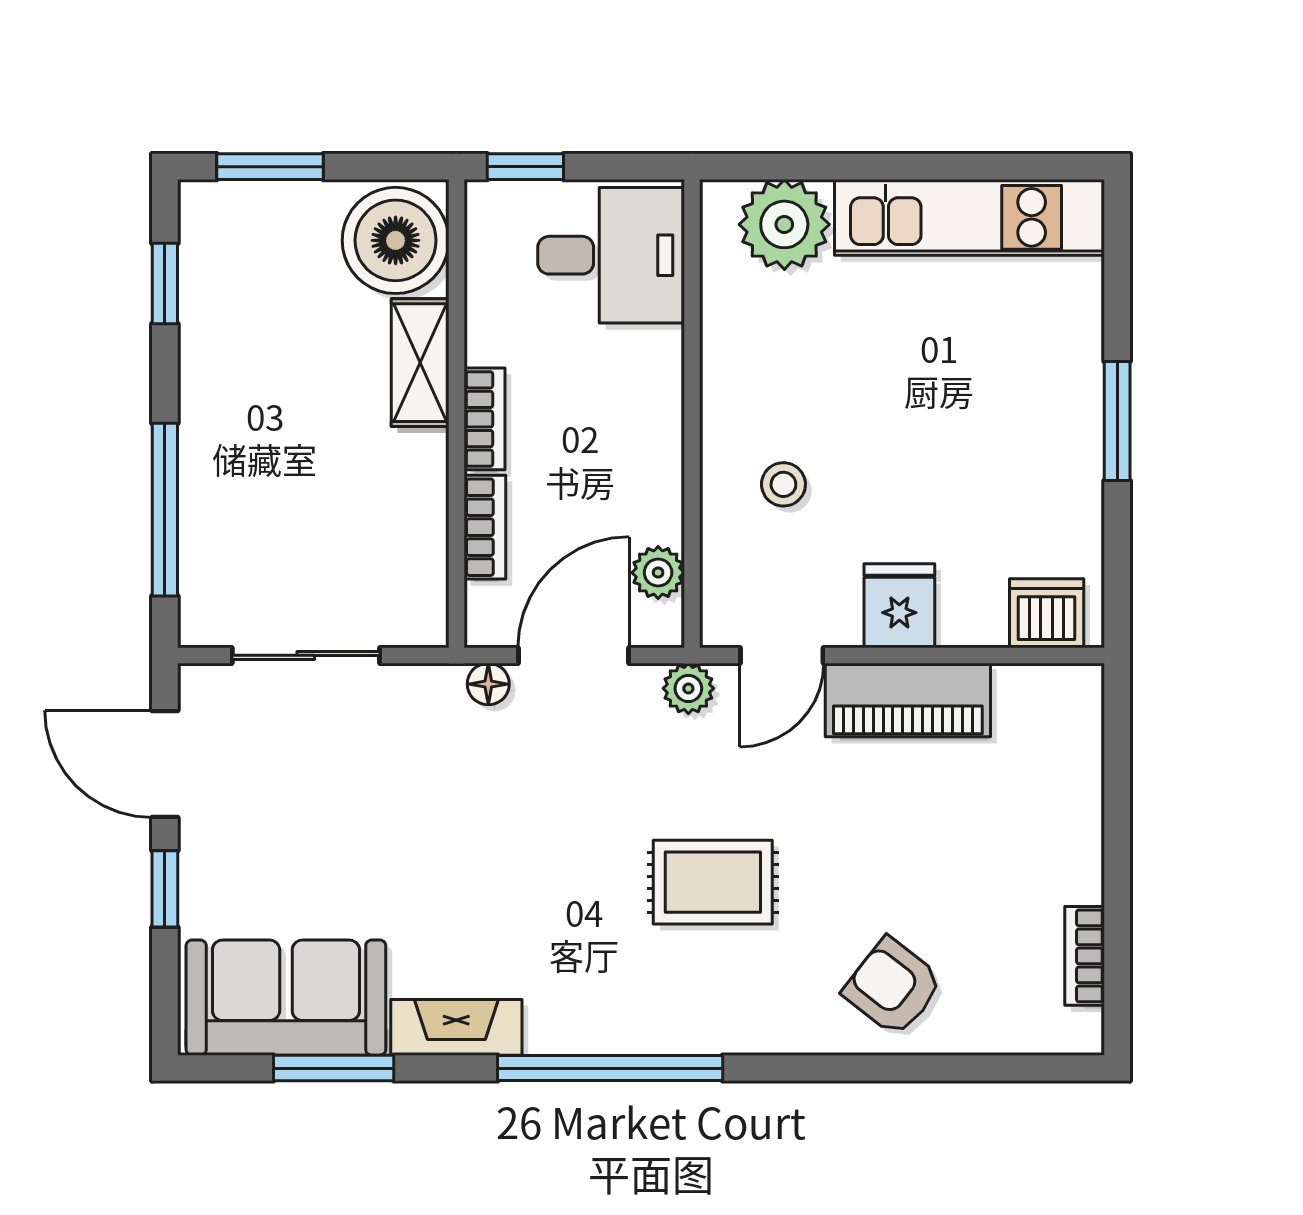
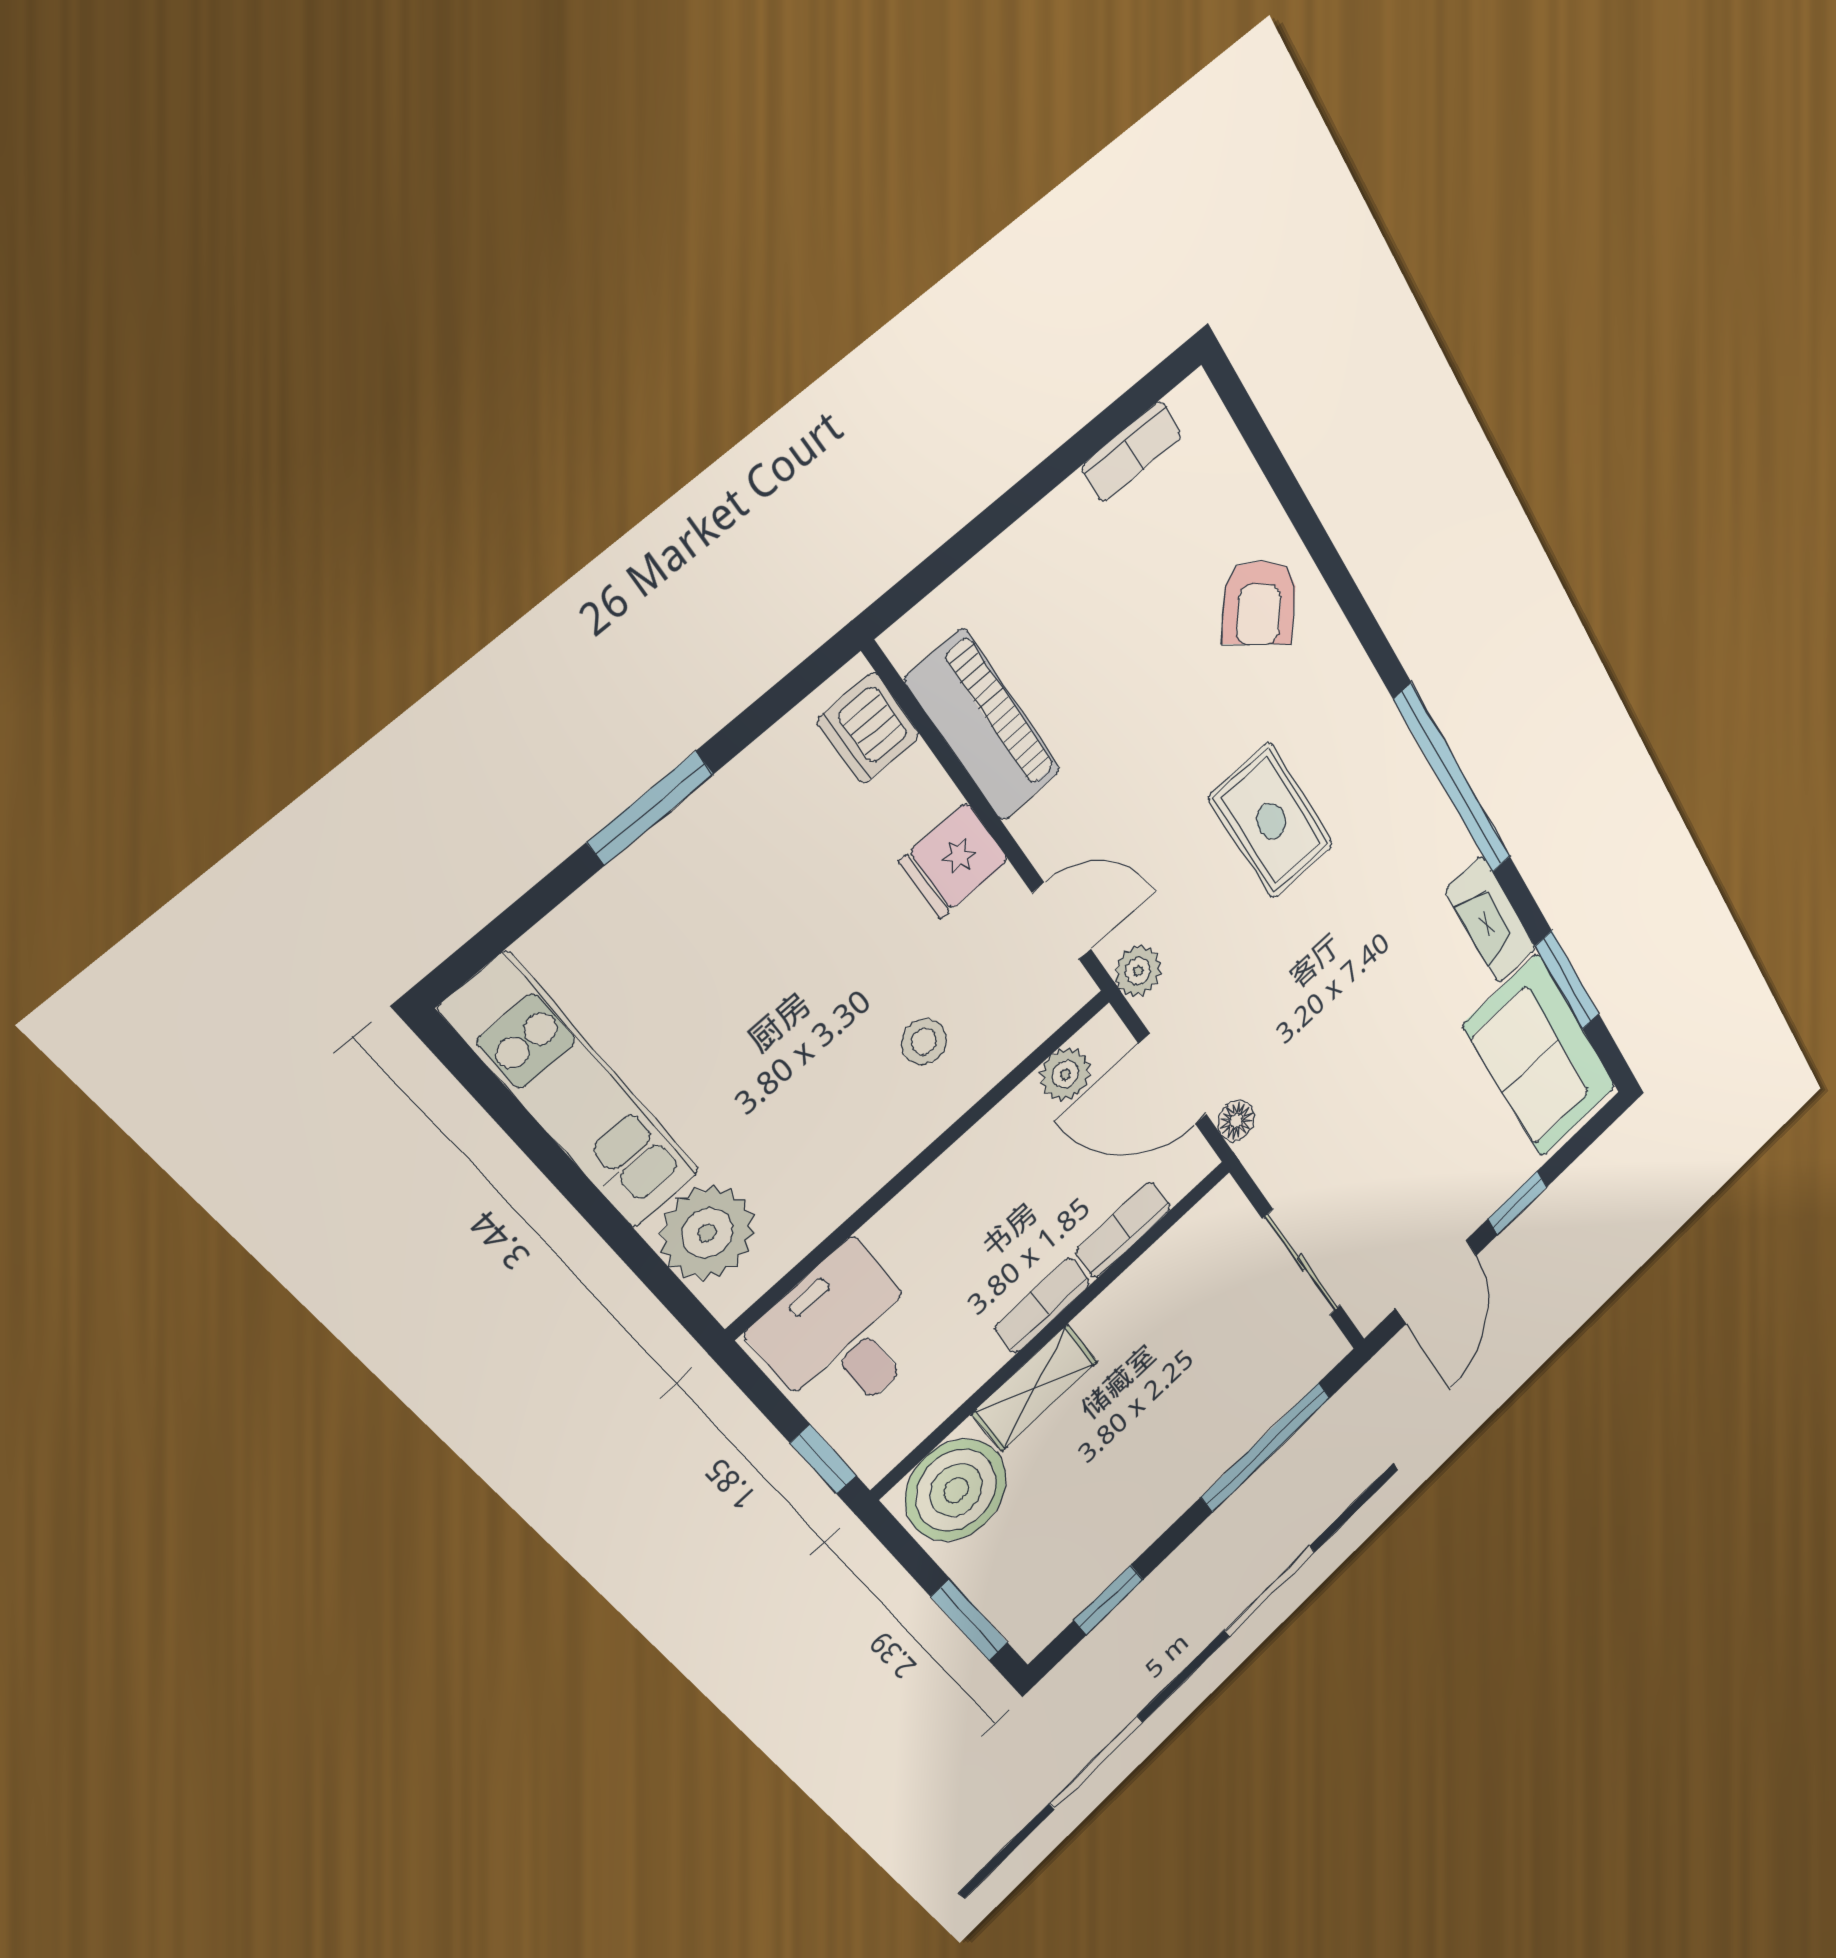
piano: (908, 700) -> (983, 725), moved

